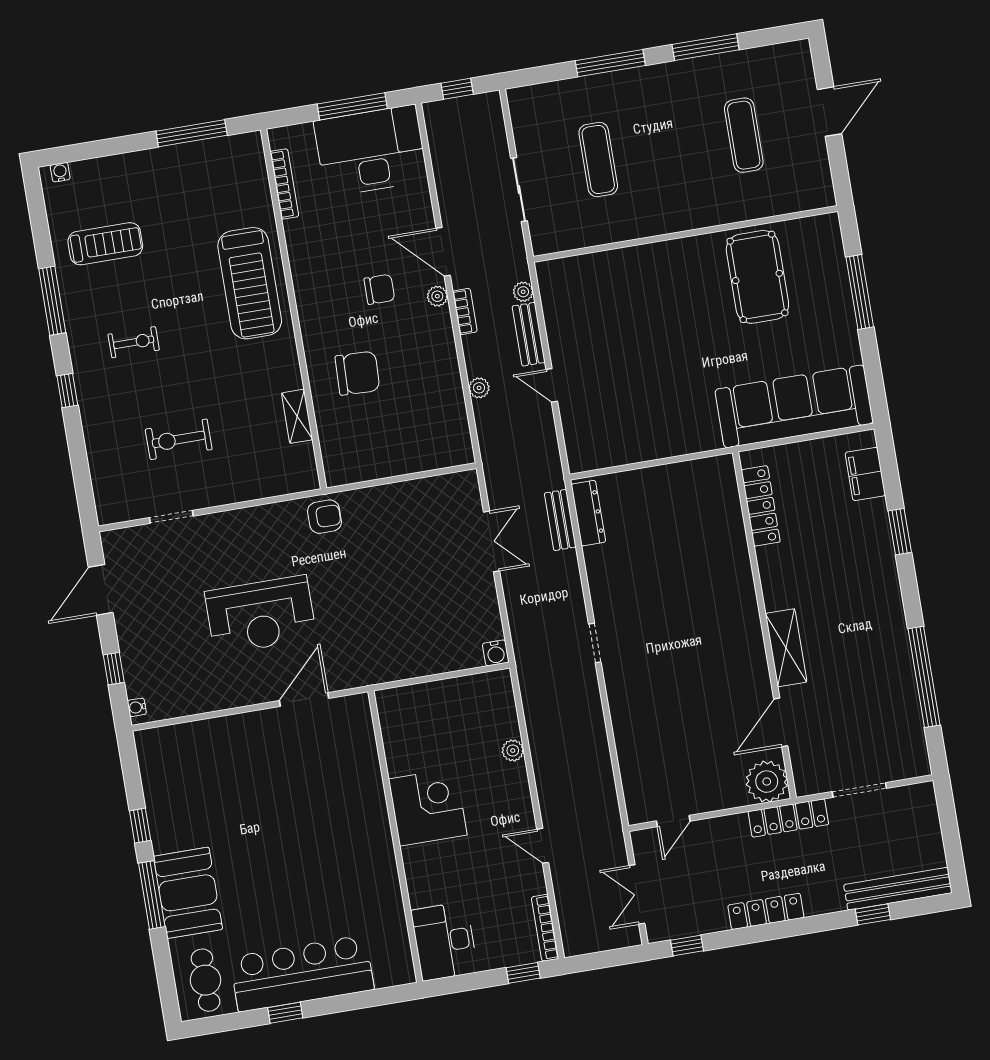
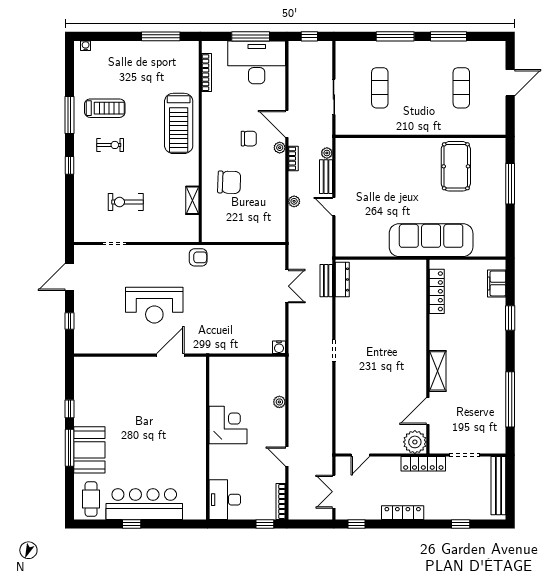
treadmill: (105, 244) -> (105, 108), moved
sofa: (794, 406) -> (431, 240), moved
water cooler: (137, 707) -> (79, 344), removed
bench: (898, 889) -> (498, 486), moved, turned 90

